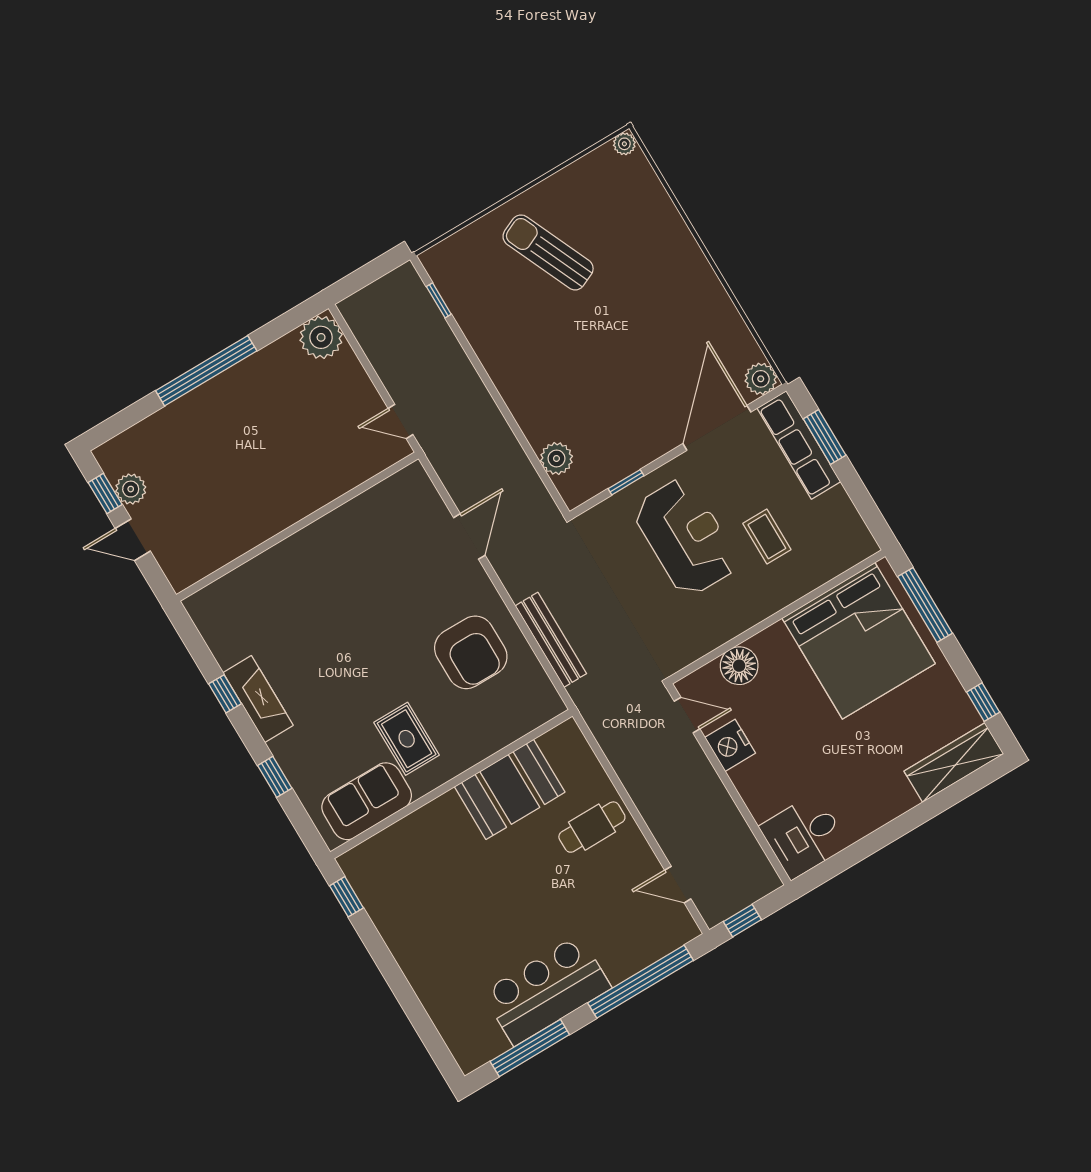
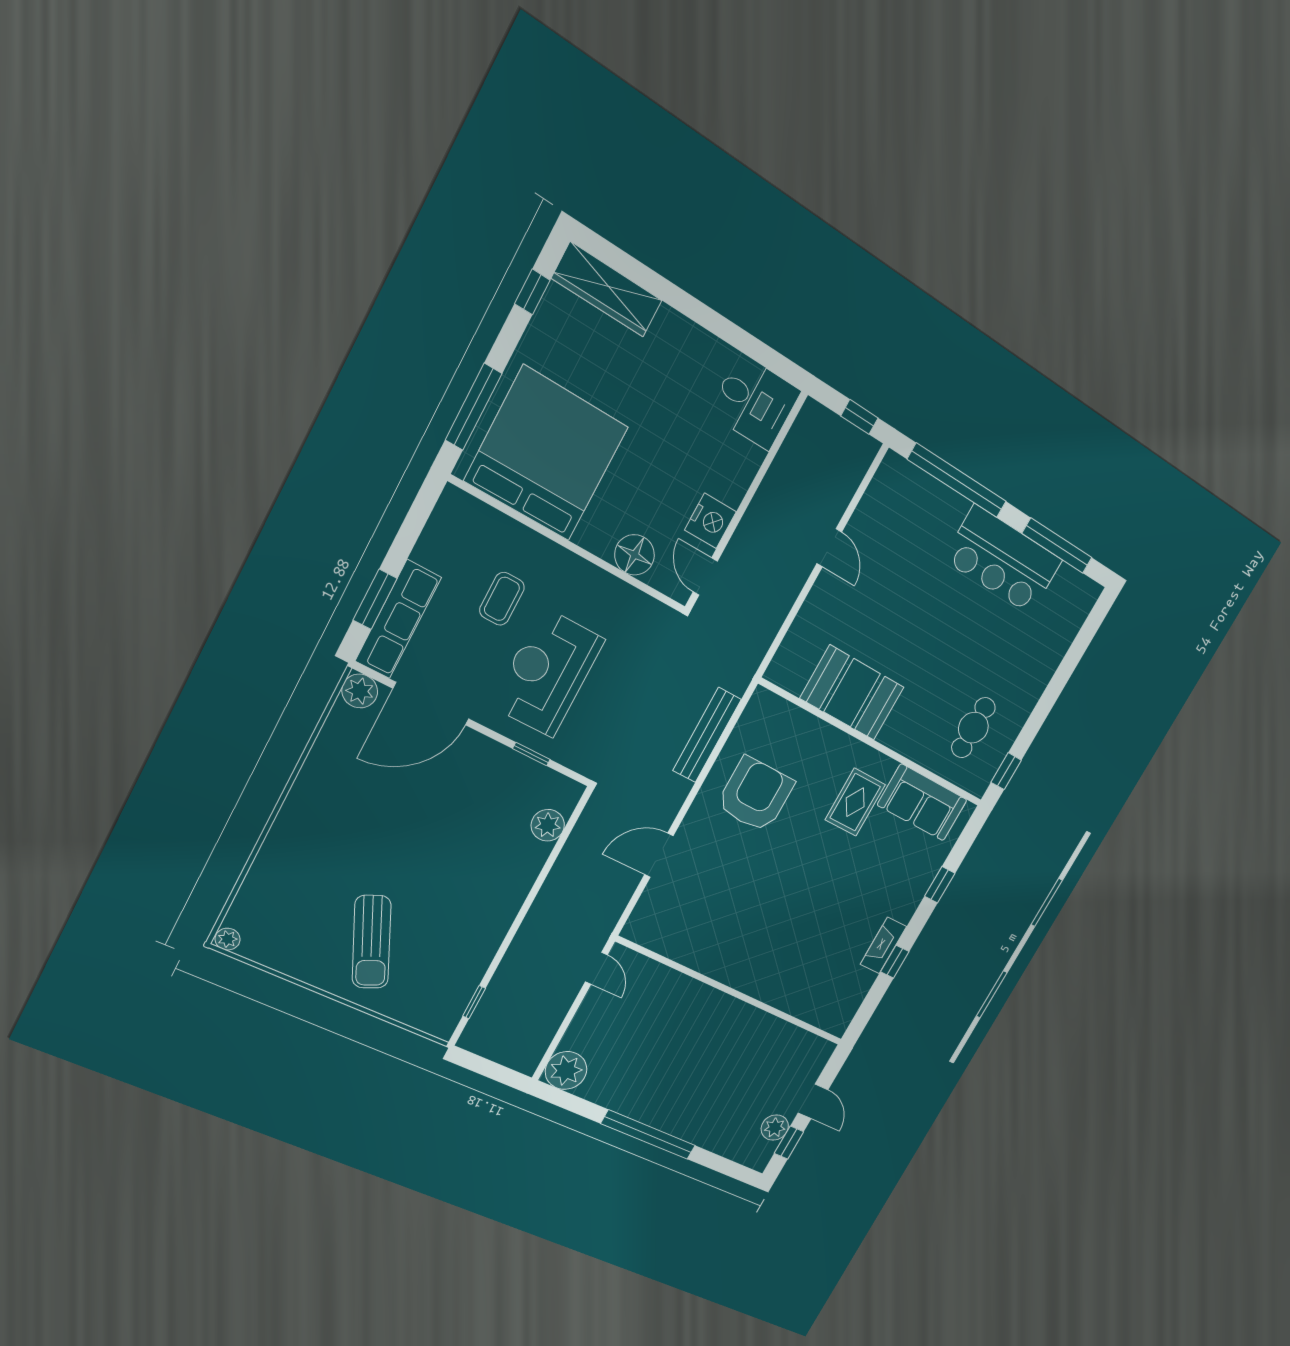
fireplace: (258, 699) -> (883, 945), width x0.73, depth x0.76
cafe table: (592, 827) -> (973, 728), moved, turned 90
door: (678, 885) -> (829, 548), moved

